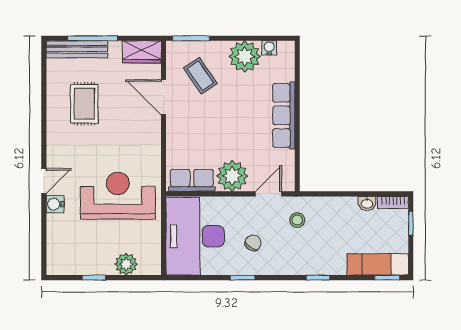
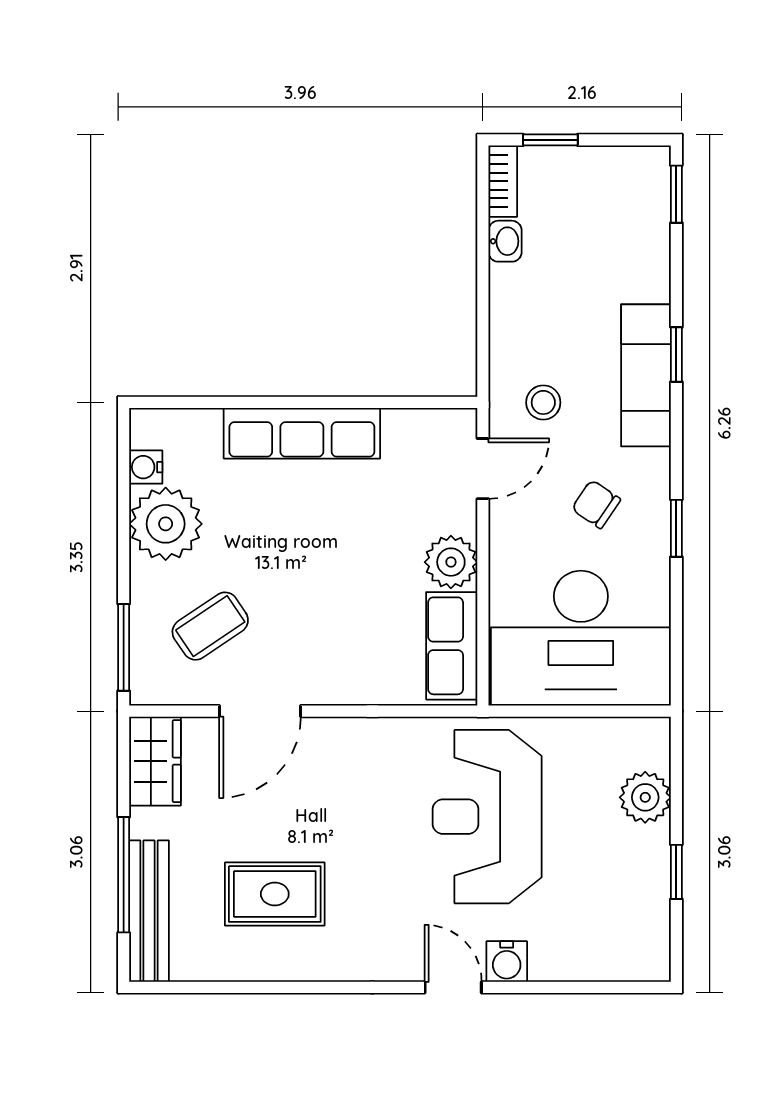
plant: (232, 176) -> (451, 562), width x0.73, depth x0.73
door: (268, 194) -> (483, 469), swing flipped
exam couch: (378, 264) -> (646, 375), moved

